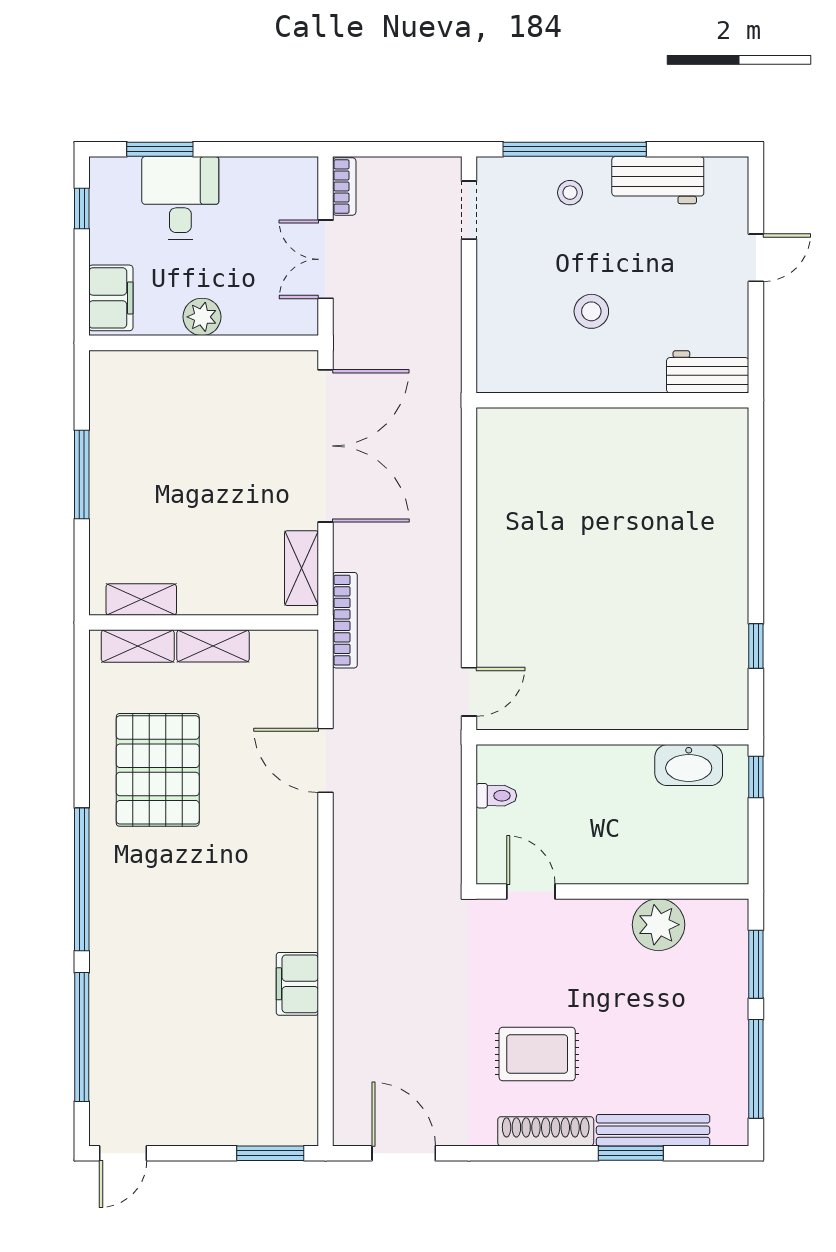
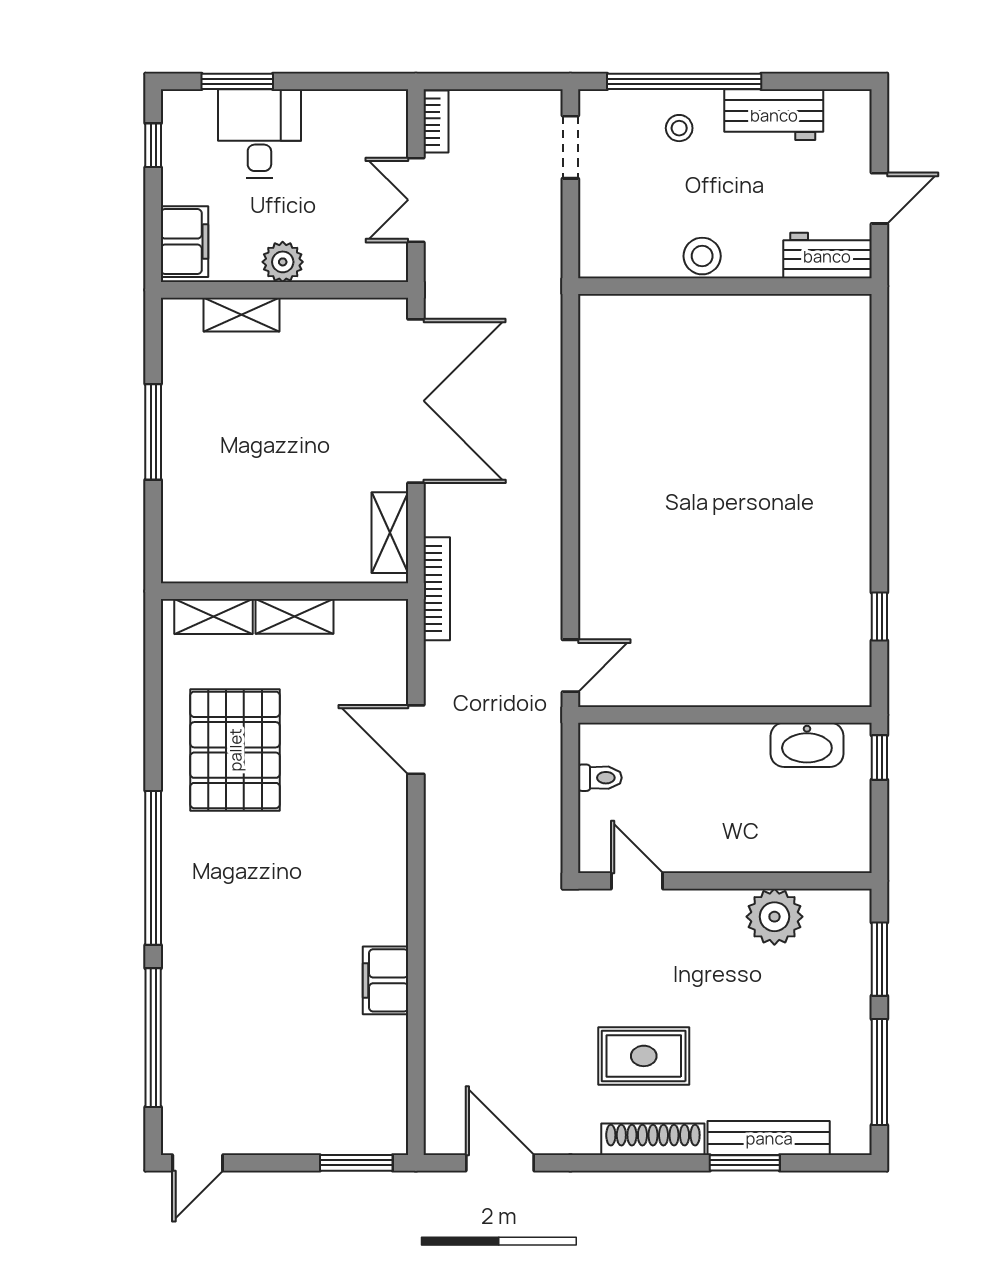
workbench: (708, 372) -> (827, 256), moved
wall: (612, 400) -> (725, 286), moved
shelving: (141, 600) -> (241, 315), moved

